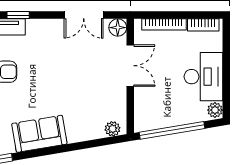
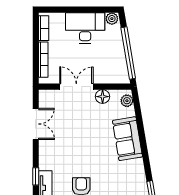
floor lamp: (118, 28) -> (103, 97), moved
sofa: (39, 134) -> (127, 139), moved

